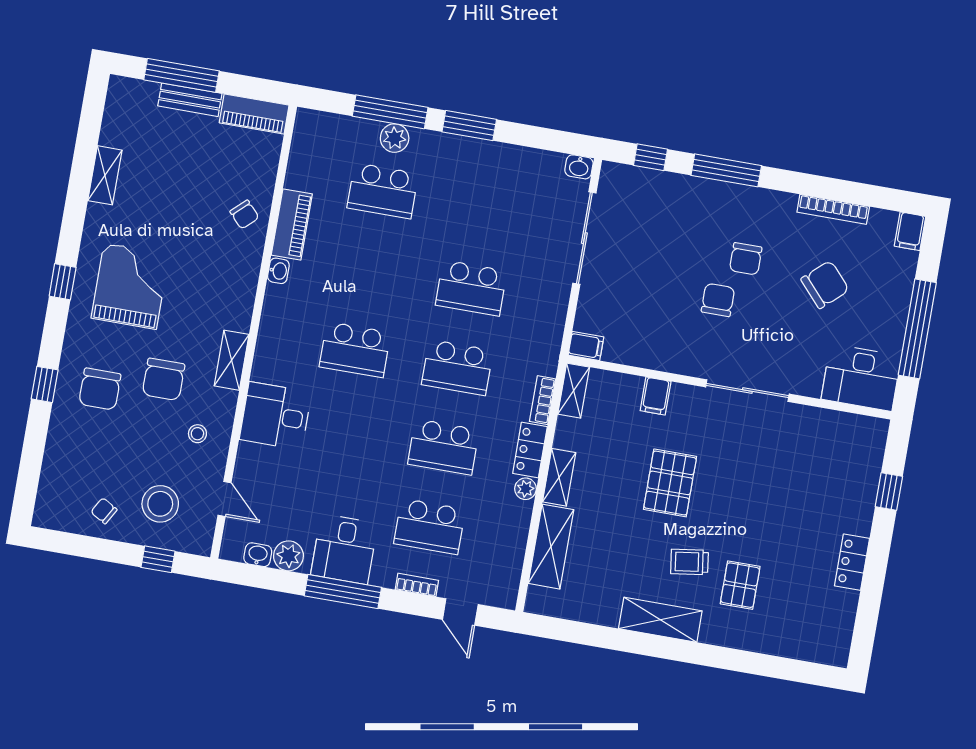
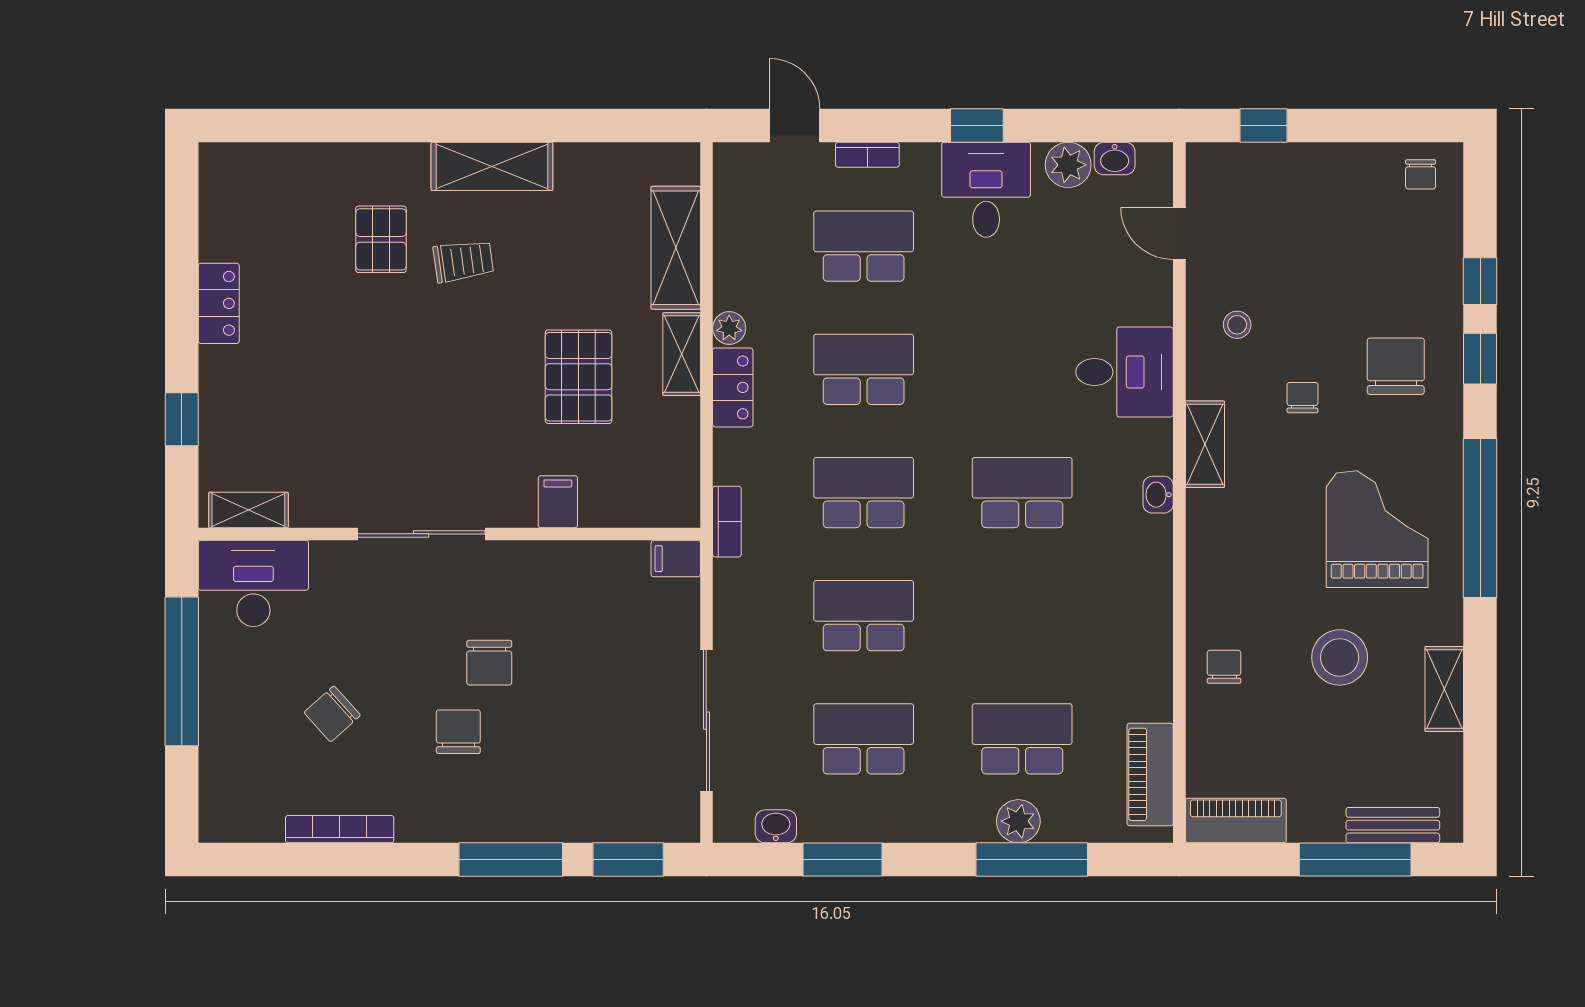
bench: (190, 100) -> (1393, 825), moved
window: (469, 126) -> (842, 860), moved
window: (651, 157) -> (628, 860), width x1.50
washbasin: (579, 167) -> (776, 826), moved
school desk: (485, 209) -> (864, 739), added
chair: (244, 214) -> (1224, 667), turned 43
piano: (292, 224) -> (1150, 774), moved
filing cabinet: (910, 231) -> (218, 816), removed
washbasin: (278, 271) -> (1158, 495), moved
window: (63, 282) -> (1480, 518), width x3.17
chair: (825, 285) -> (332, 714), width x0.73, depth x0.73
grand piano: (130, 286) -> (1377, 529), turned 180
chair: (164, 379) -> (1302, 398), width x0.54, depth x0.54
shelving: (574, 391) -> (248, 510), moved, turned 90
bookcase: (542, 400) -> (727, 522), moved
window: (36, 434) -> (1480, 281), added
pallet: (670, 483) -> (579, 377), moved
stool: (160, 504) -> (1340, 657), moved
chair: (104, 511) -> (1421, 174), moved, turned 60
window: (343, 592) -> (977, 125), width x0.46

